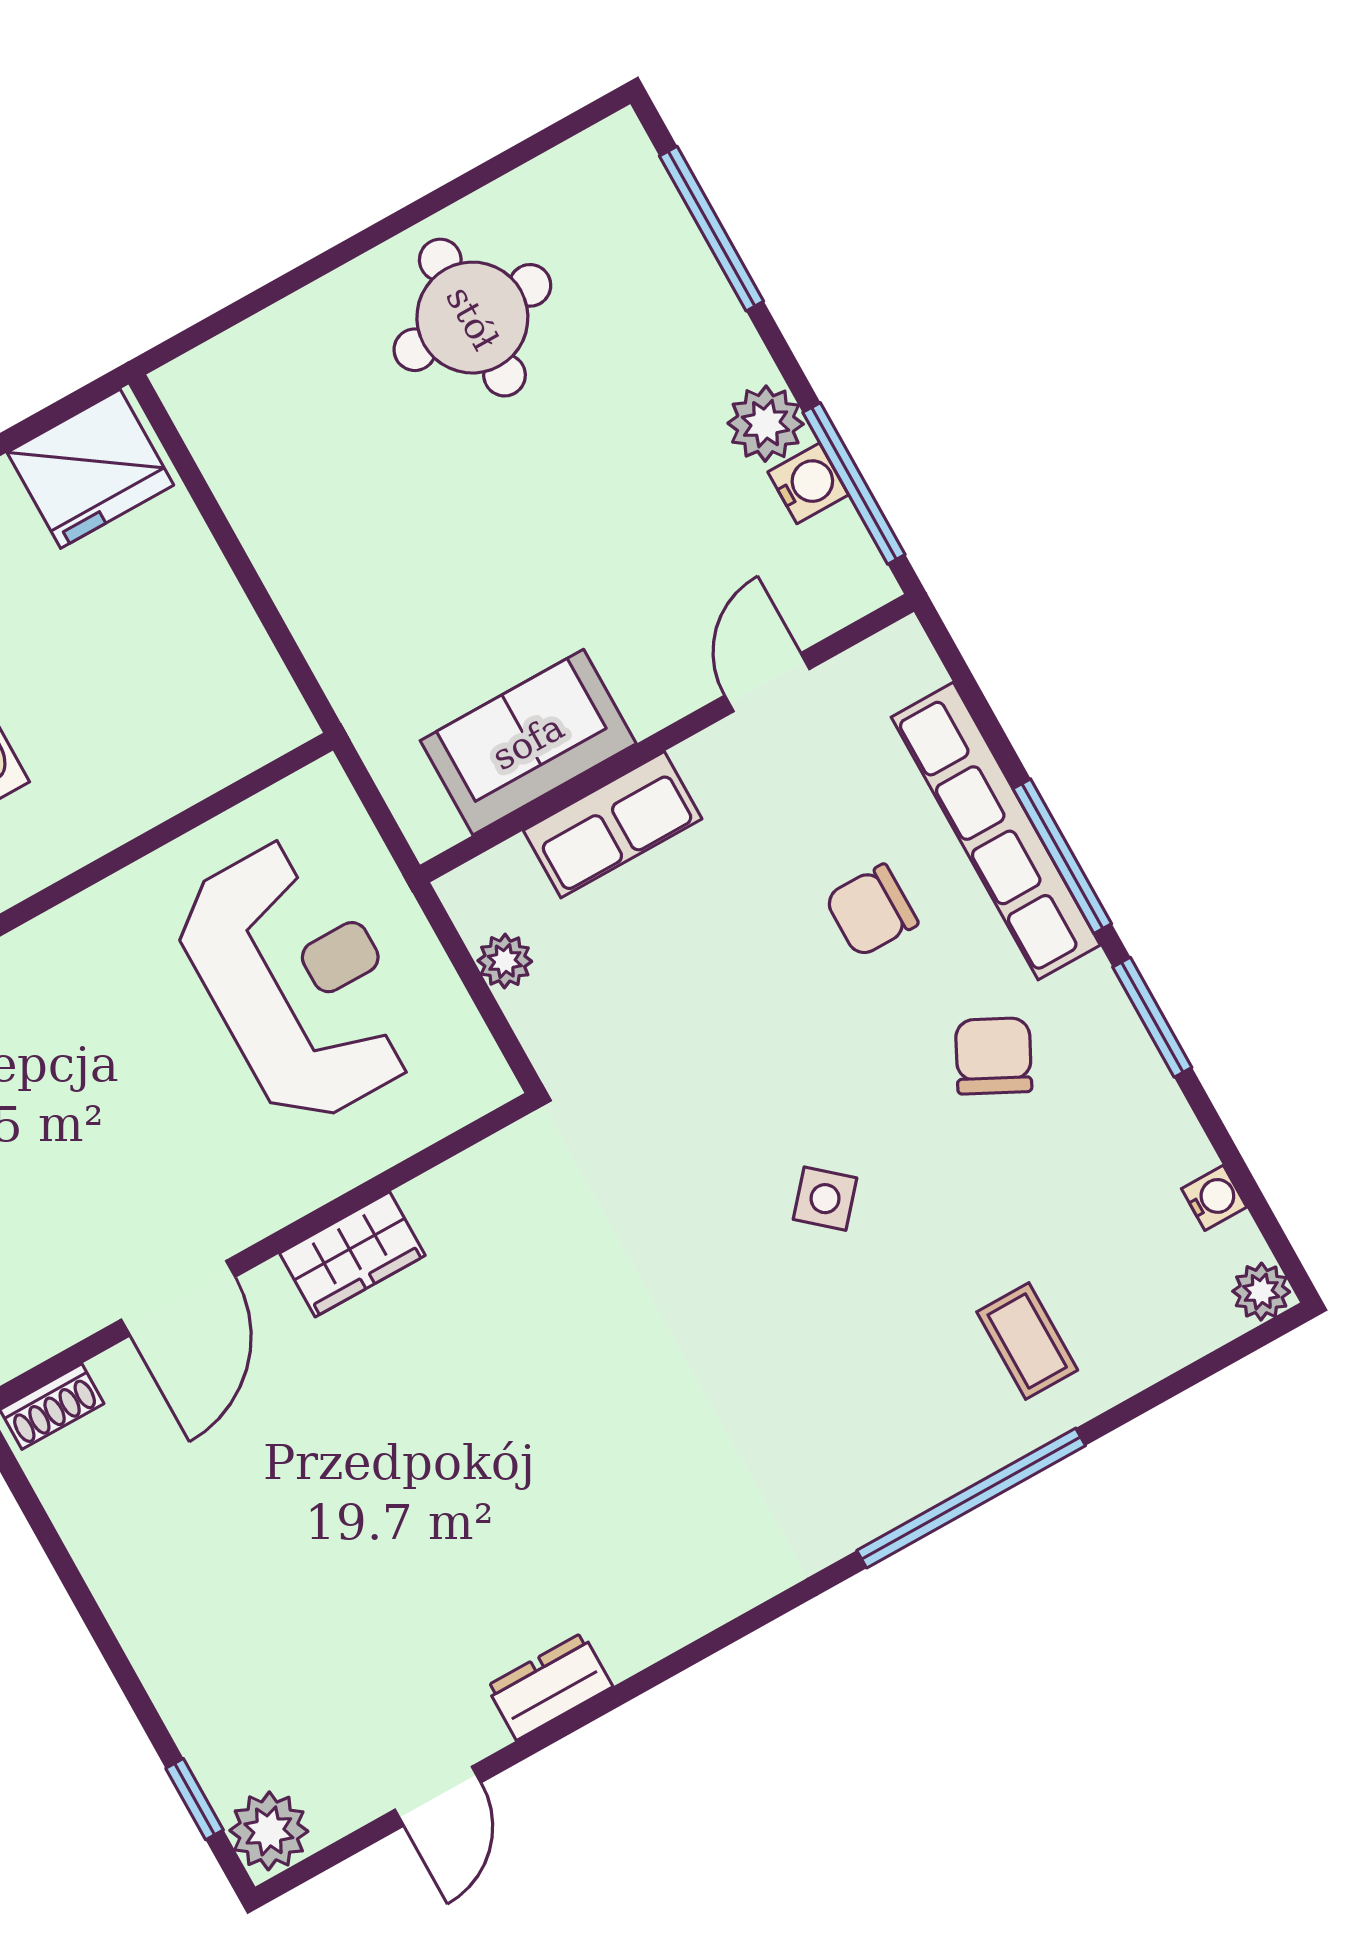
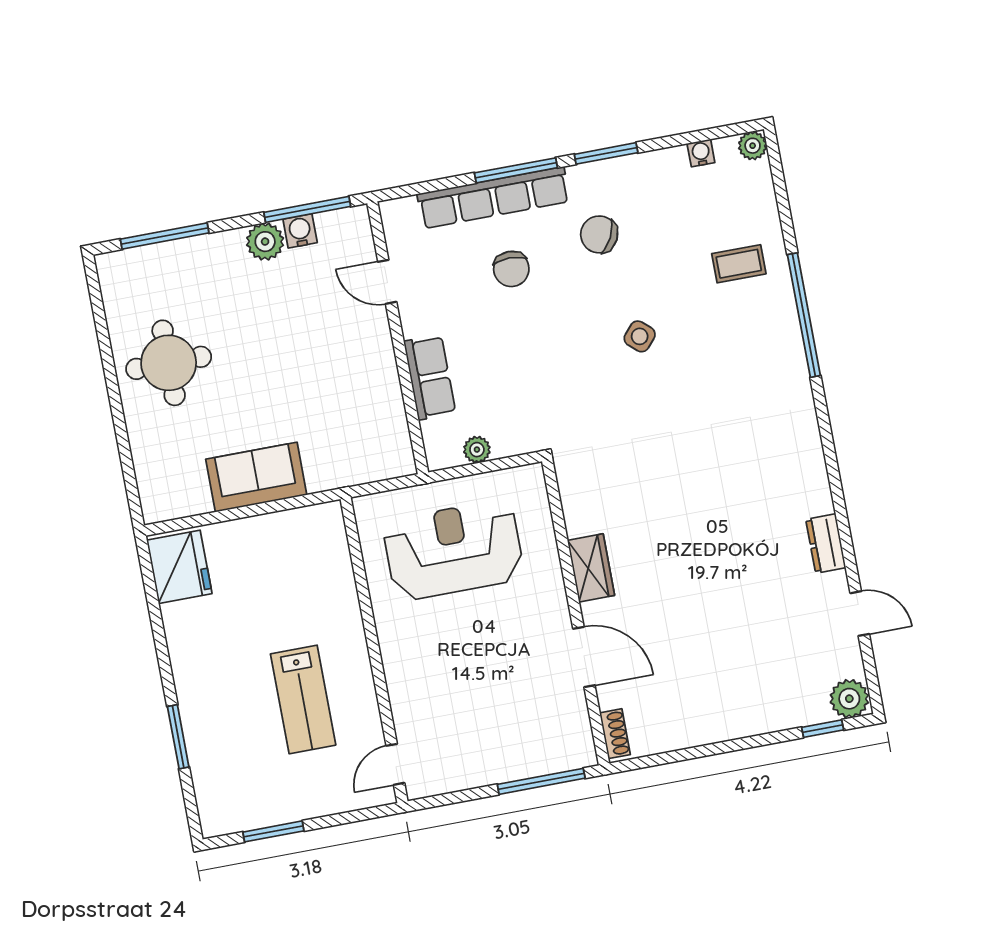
sofa: (528, 742) -> (256, 477), moved, turned 90

